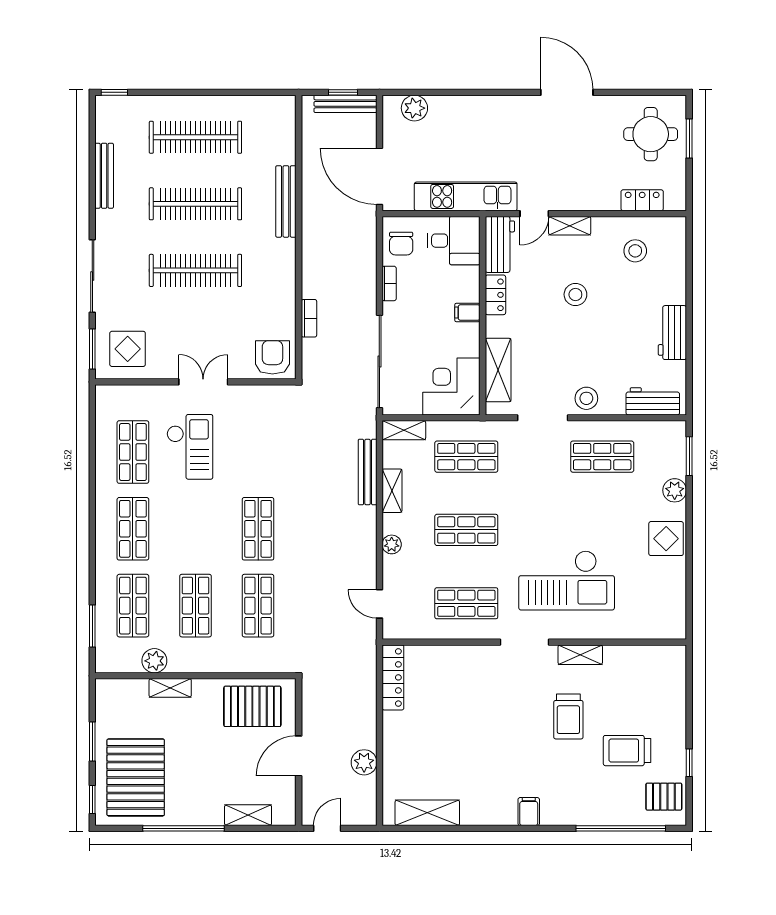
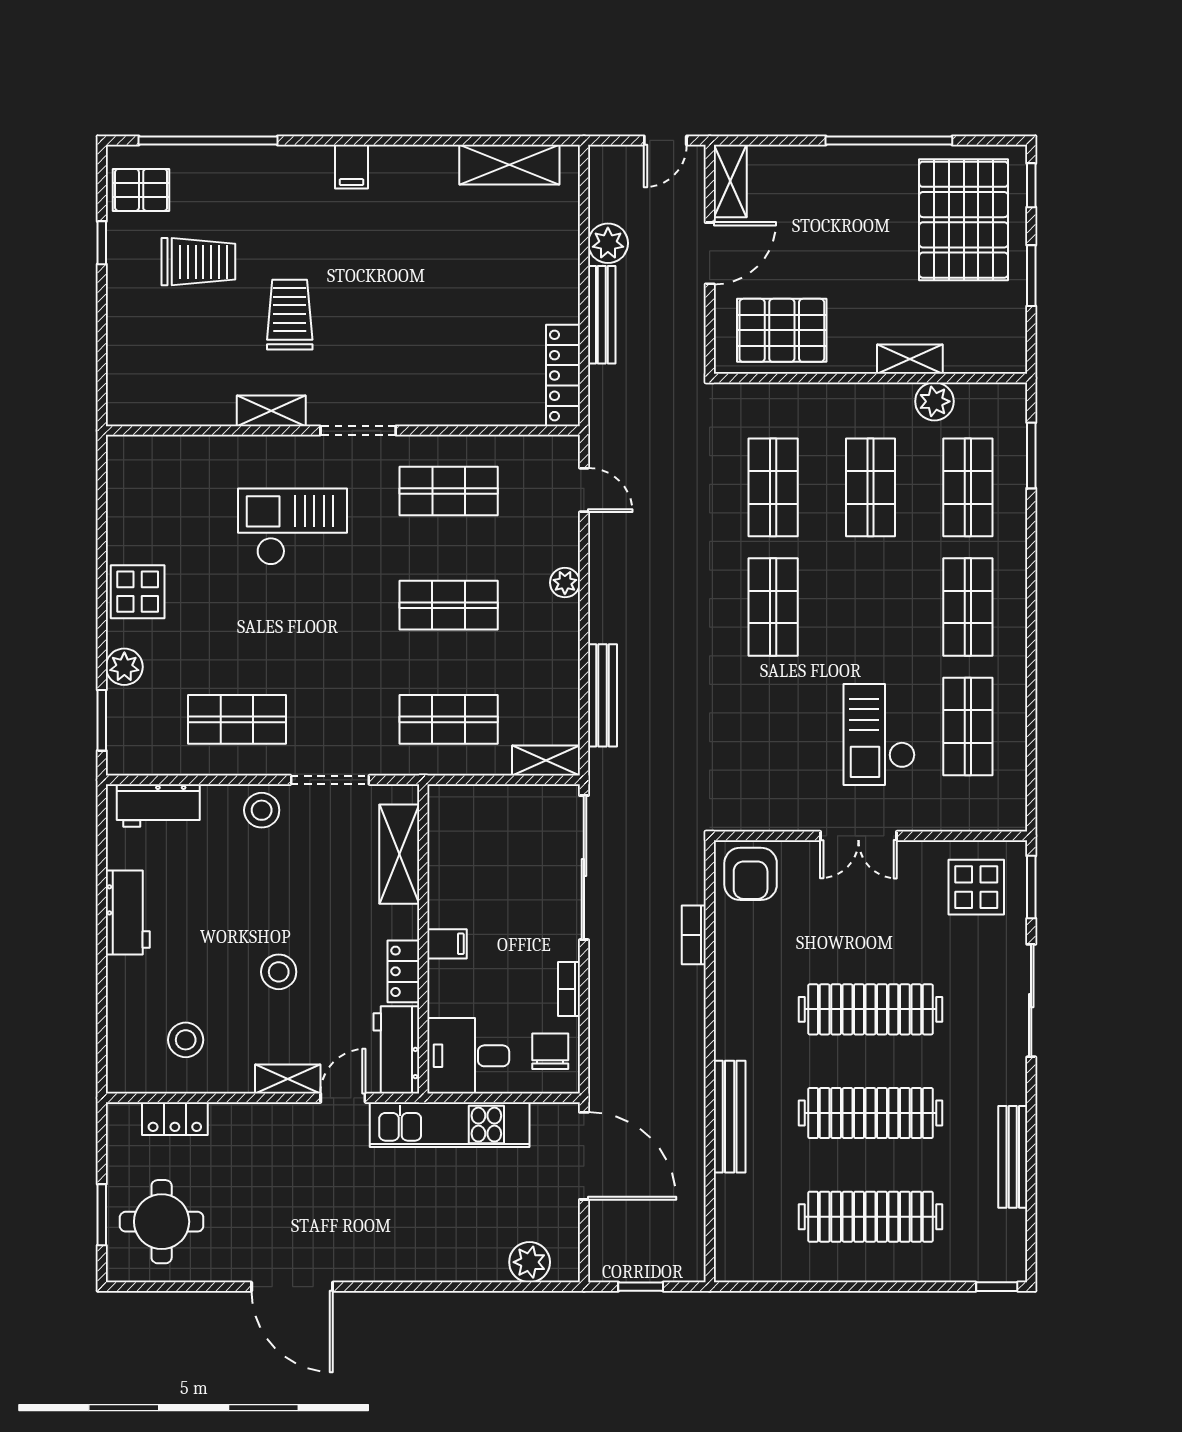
bench: (345, 104) -> (602, 315), moved, turned 90
corner desk: (451, 387) -> (472, 829), removed
shelving: (392, 491) -> (564, 666), removed
checkout: (567, 580) -> (293, 527), width x0.73, depth x0.83
shelving: (248, 815) -> (730, 181), moved, turned 90

